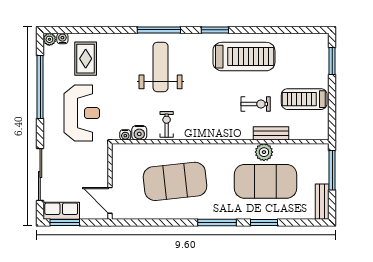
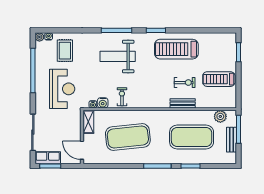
treadmill: (244, 57) -> (176, 49), turned 180
weight bench: (161, 67) -> (118, 56), turned -90
bench: (271, 133) -> (183, 103), moved
plant: (264, 152) -> (220, 116), moved
shelving: (119, 160) -> (88, 122), added
bench: (322, 202) -> (231, 140), moved

